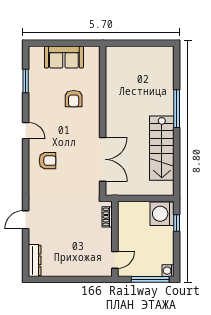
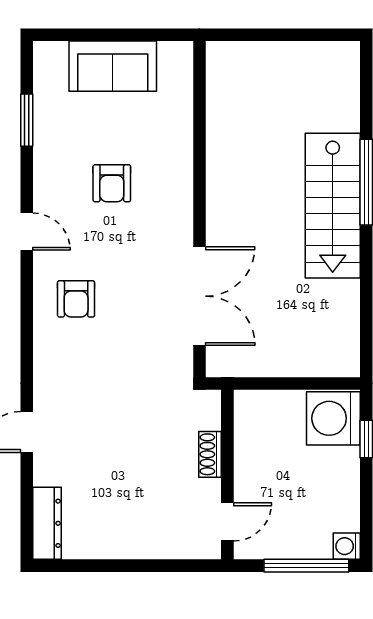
armchair: (74, 99) -> (112, 183), moved
stairs: (162, 148) -> (333, 206), moved
armchair: (48, 161) -> (76, 299), turned 90
shoe rack: (107, 217) -> (210, 454), moved

